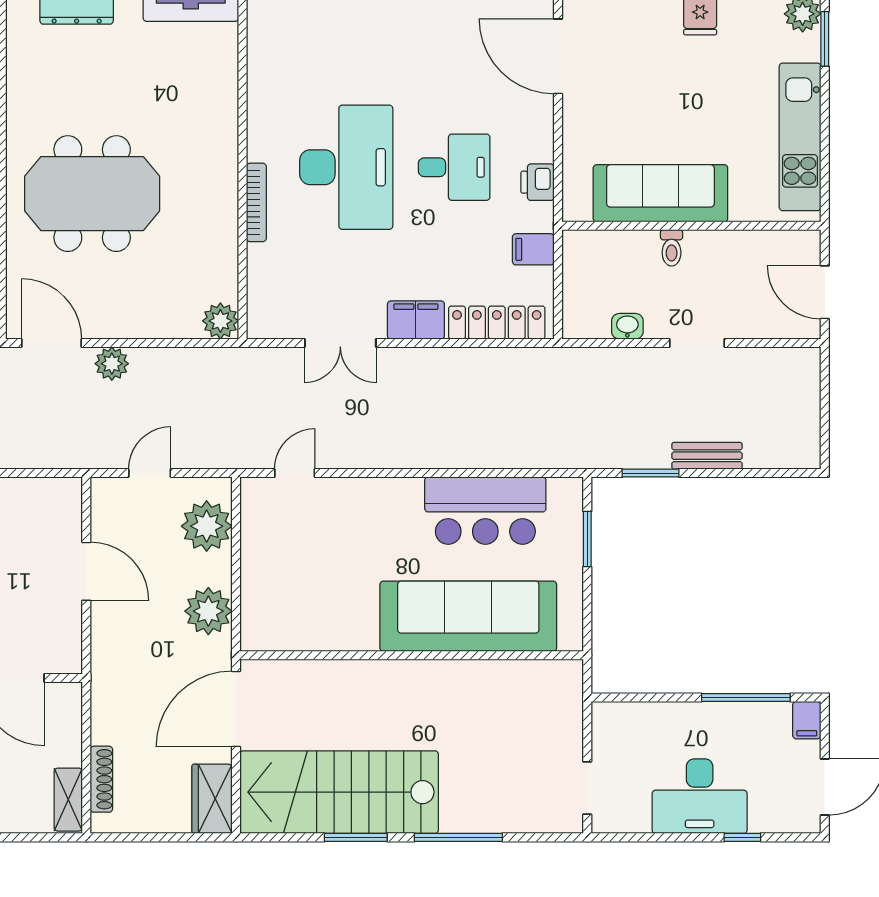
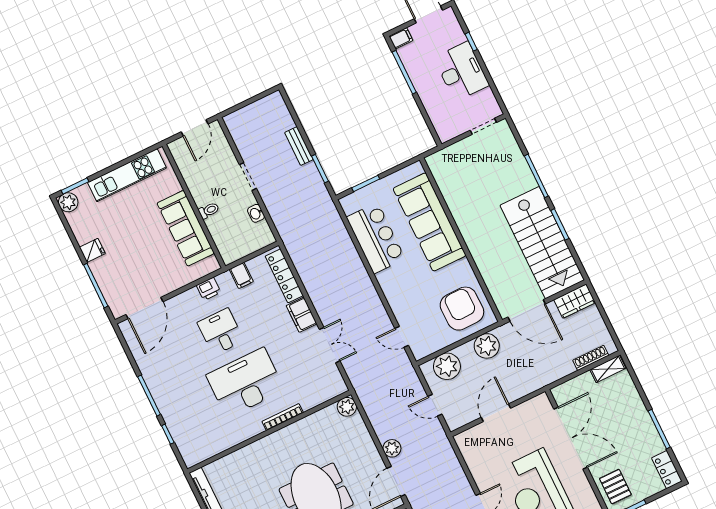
armchair: (293, 600) -> (462, 309), added

